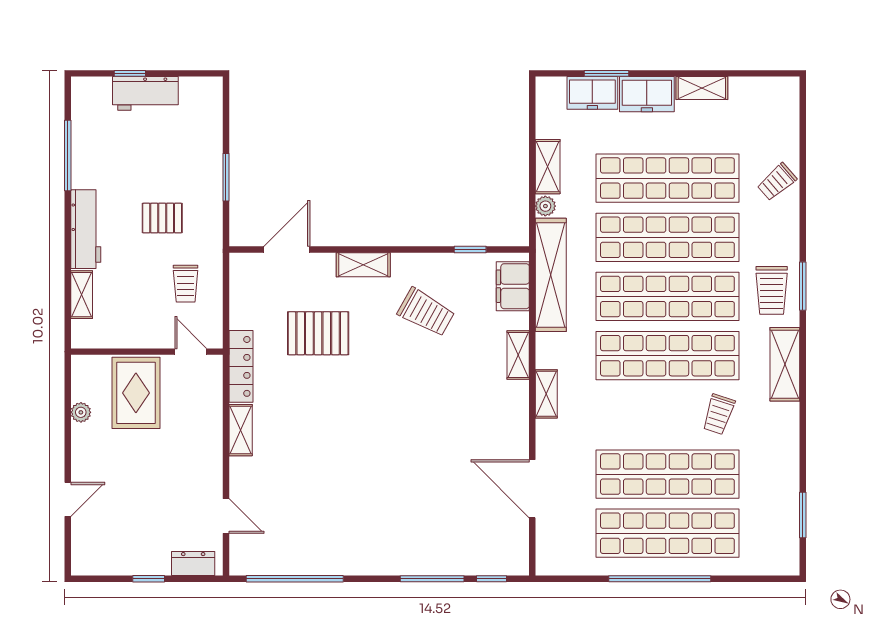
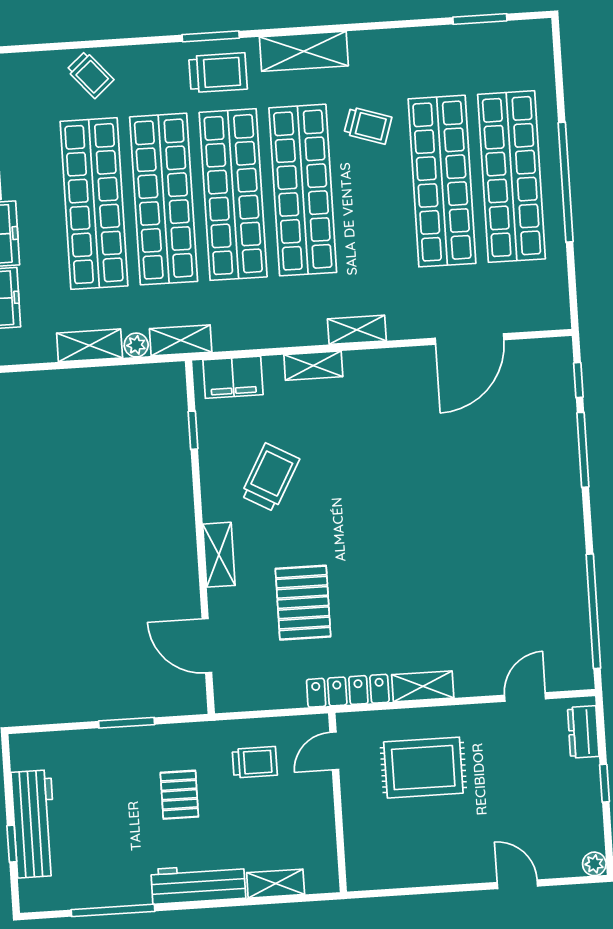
workbench: (145, 93) -> (34, 824), width x1.38
shelving: (551, 275) -> (181, 340), width x0.45, depth x0.75
rug: (136, 393) -> (423, 768), moved
plant: (81, 412) -> (594, 864), moved

